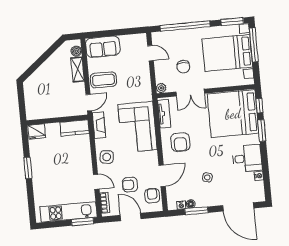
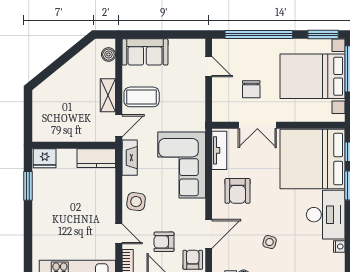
shelving: (78, 69) -> (108, 95), moved
plant: (161, 88) -> (219, 115), removed
desk: (247, 158) -> (326, 215), width x1.37
window: (28, 168) -> (28, 186), moved

